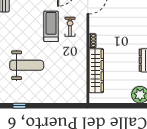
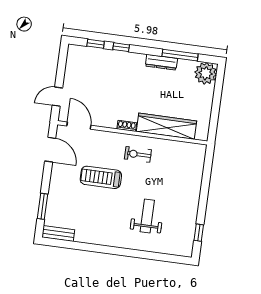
exercise bike: (70, 27) -> (138, 154), moved
weight bench: (27, 65) -> (147, 216), width x0.73, depth x0.75

